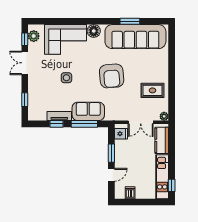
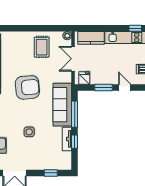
sofa: (88, 111) -> (62, 105), width x1.36
double door: (141, 122) -> (73, 59), swing flipped

